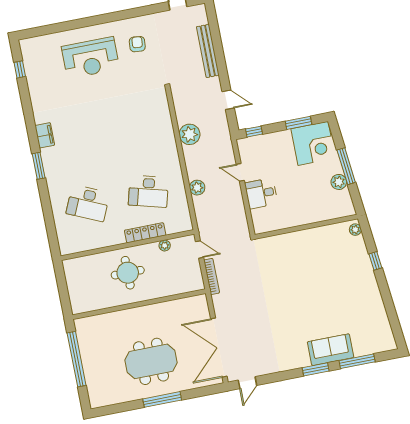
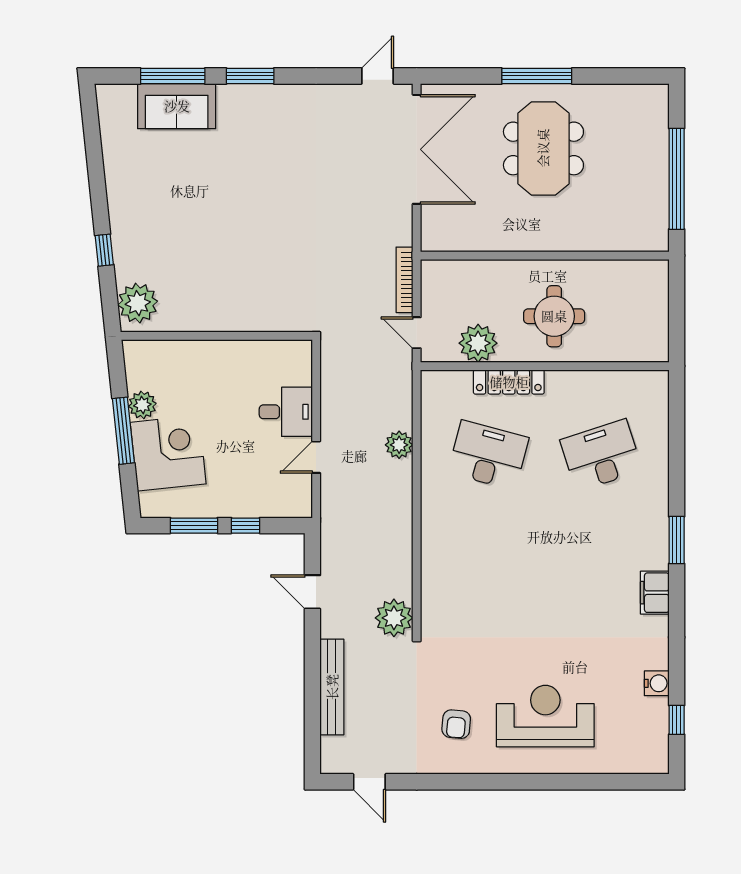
water cooler: (34, 87) -> (657, 683), added
window: (254, 132) -> (245, 526), moved
plant: (190, 134) -> (394, 618), moved
corner desk: (313, 143) -> (168, 453), moved, turned 84
door: (240, 172) -> (316, 457), swing flipped
desk: (88, 203) -> (601, 455), turned -42
plant: (355, 230) -> (138, 303), width x1.87, depth x1.87
plant: (165, 245) -> (478, 343), width x1.88, depth x1.88
sofa: (331, 350) -> (177, 106), moved
meeting table: (151, 361) -> (543, 148), turned 90

